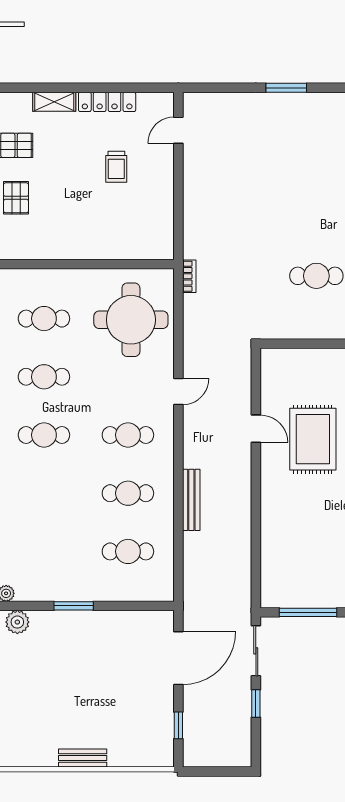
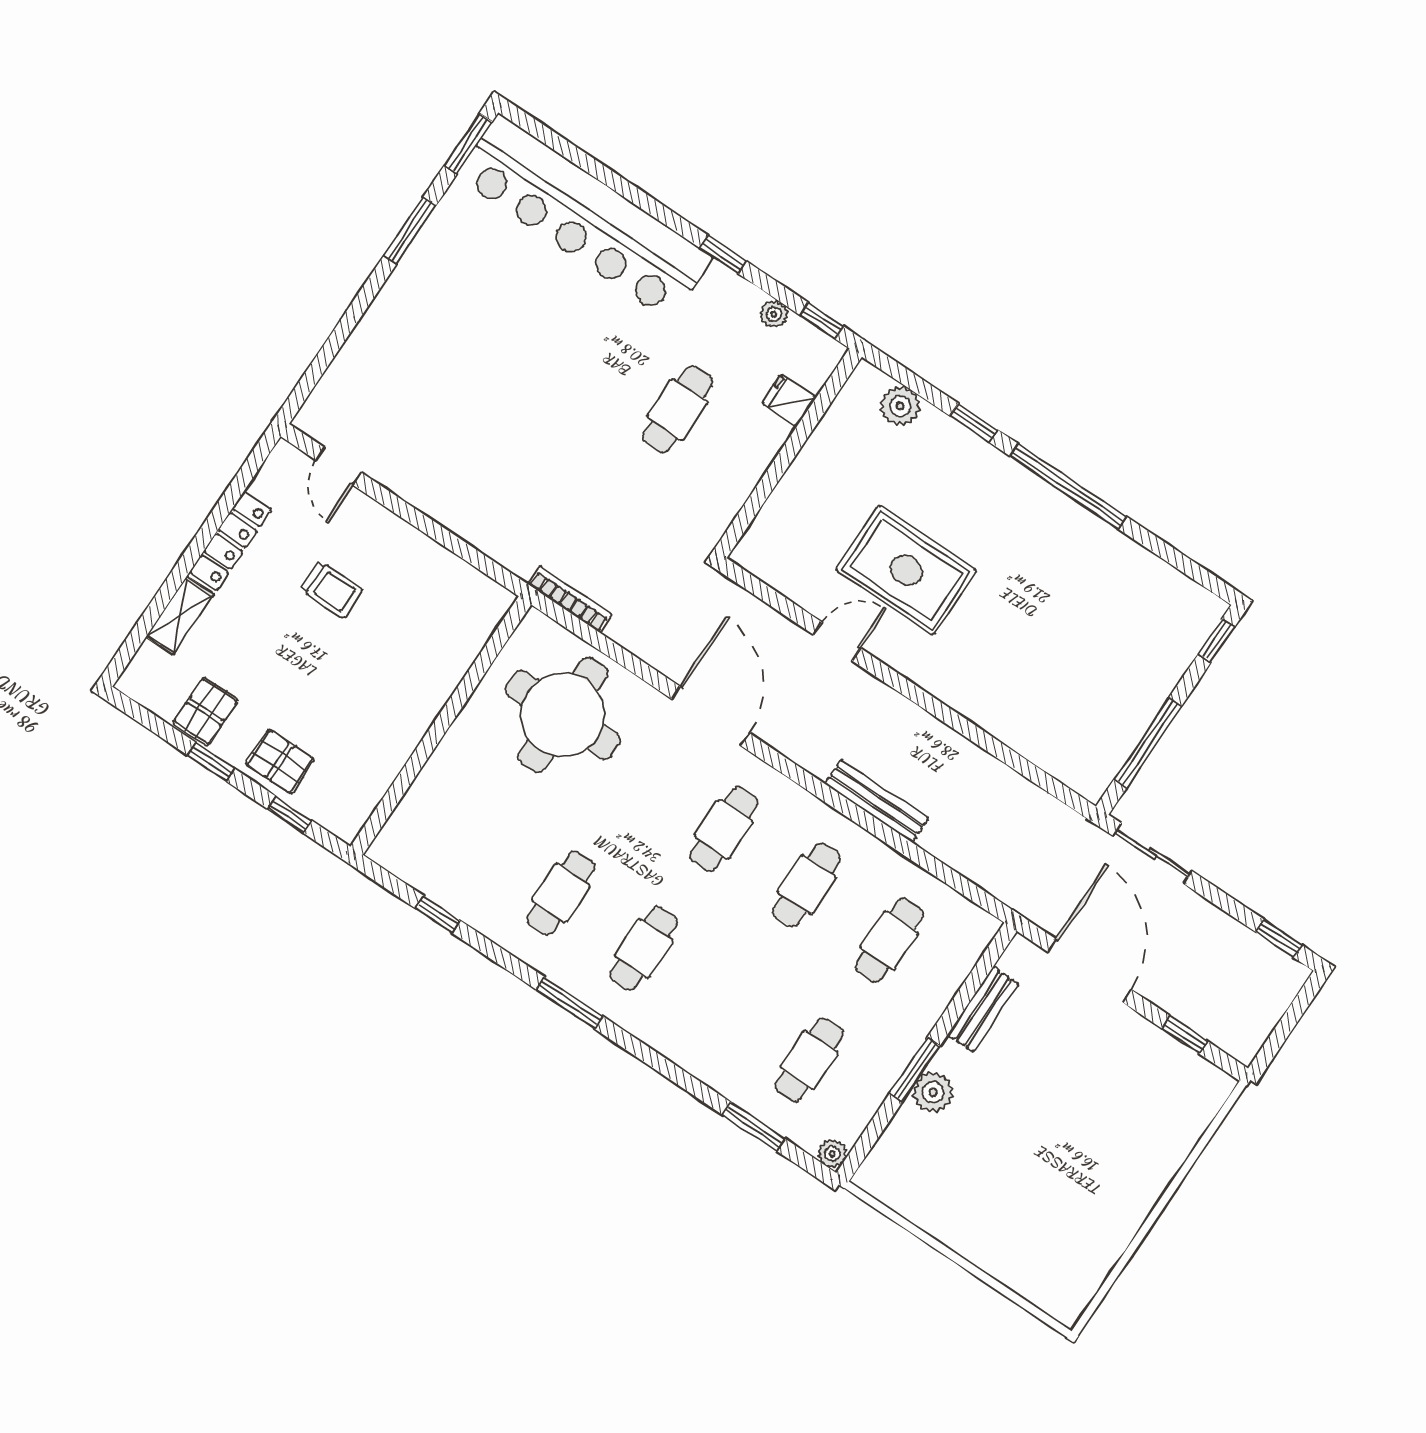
window: (286, 88) -> (410, 231), moved
bookcase: (189, 276) -> (570, 599), width x1.56
cafe table: (44, 319) -> (809, 1060), moved
door: (178, 392) -> (710, 716), width x1.87
plant: (17, 622) -> (933, 1092), moved
window: (256, 704) -> (1279, 938), moved
bench: (83, 758) -> (983, 1009), moved

